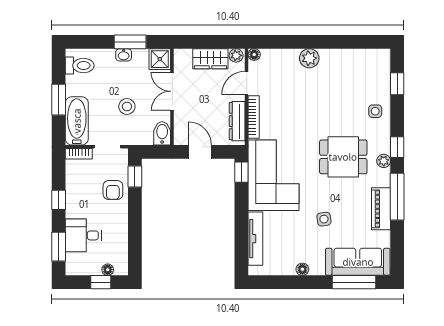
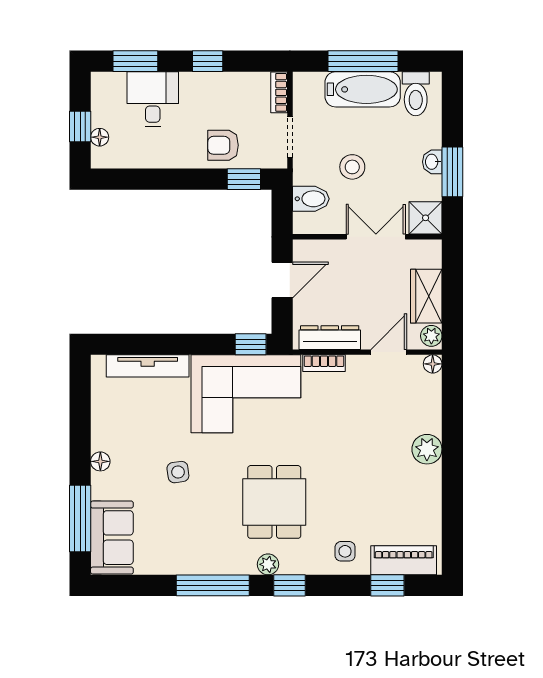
door: (247, 83) -> (389, 352), hinge flipped
window: (59, 100) -> (363, 61), width x1.44
bookcase: (254, 117) -> (324, 363), width x0.64
bathtub: (77, 121) -> (363, 89), moved
bidet: (162, 133) -> (311, 199), moved
piano: (381, 209) -> (404, 560), moved
sofa: (358, 262) -> (112, 538), width x0.73
floor lamp: (302, 269) -> (100, 461), moved

